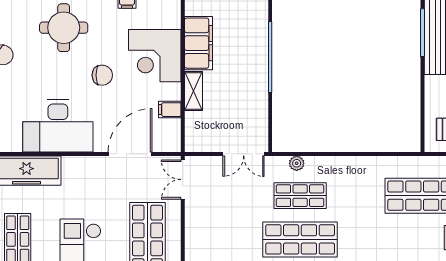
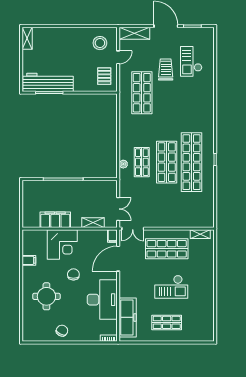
shelving: (194, 91) -> (93, 223), moved
filing cabinet: (170, 110) -> (112, 236), moved
door: (130, 154) -> (118, 259), hinge flipped
double door: (244, 154) -> (118, 209), moved

